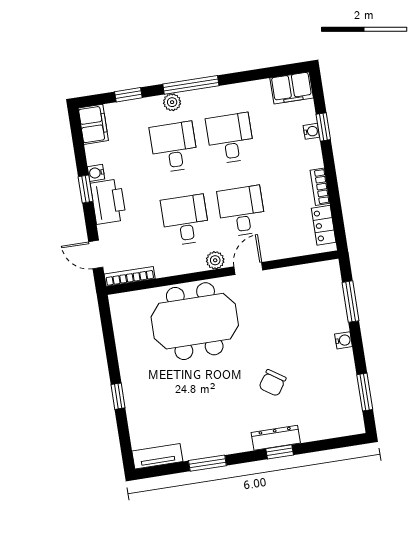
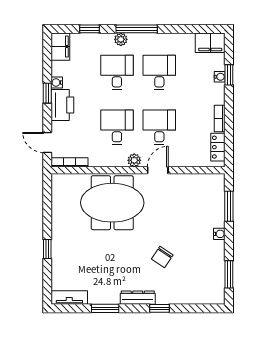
dresser: (276, 438) -> (138, 298), moved

